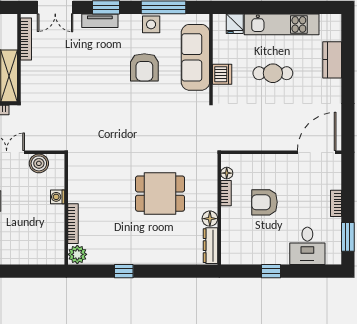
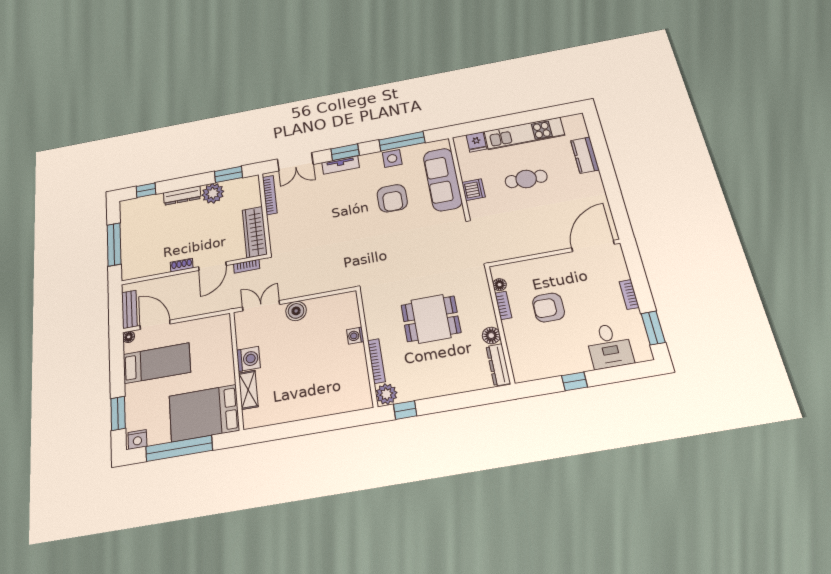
washing machine: (58, 197) -> (355, 336), moved
wall: (66, 209) -> (367, 347), moved
bookcase: (73, 224) -> (376, 361), moved
plant: (77, 254) -> (386, 394), moved

